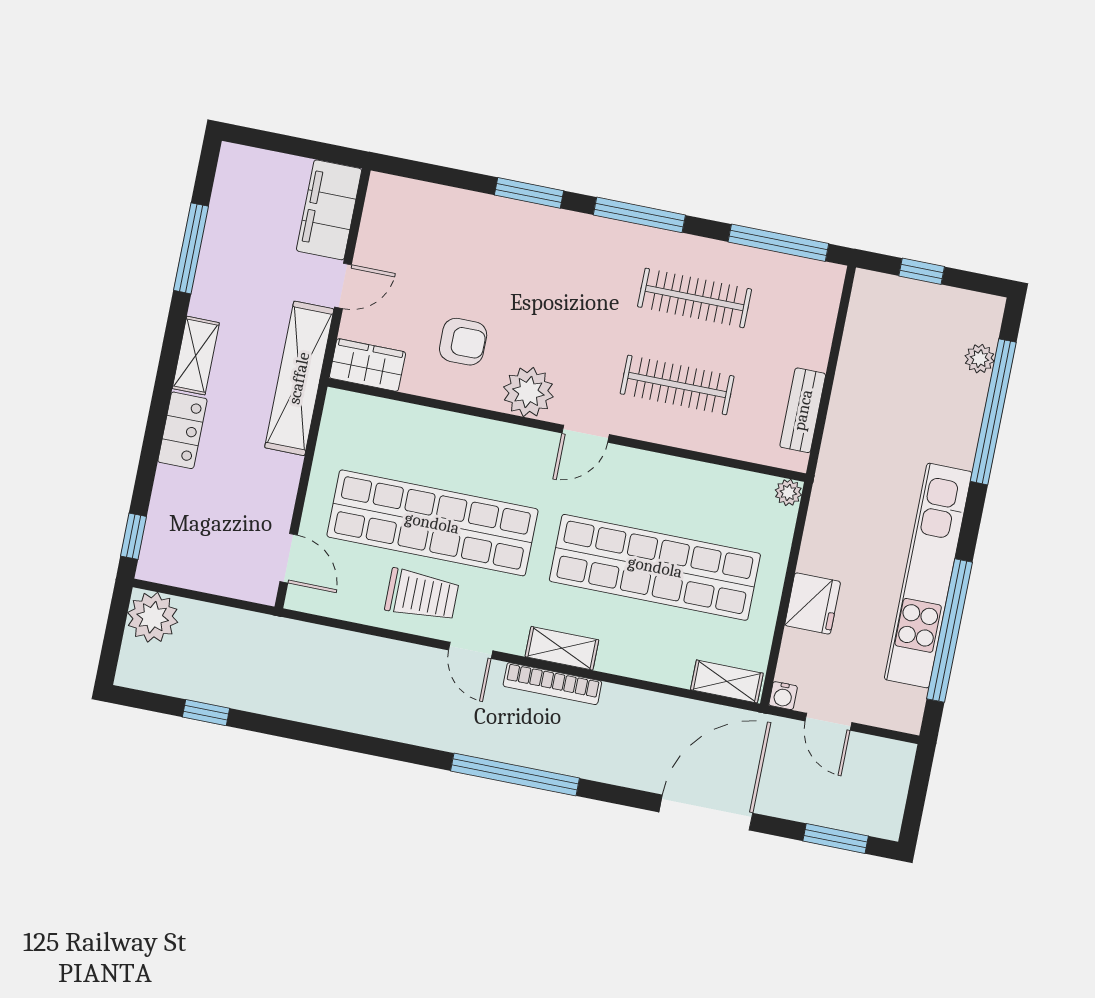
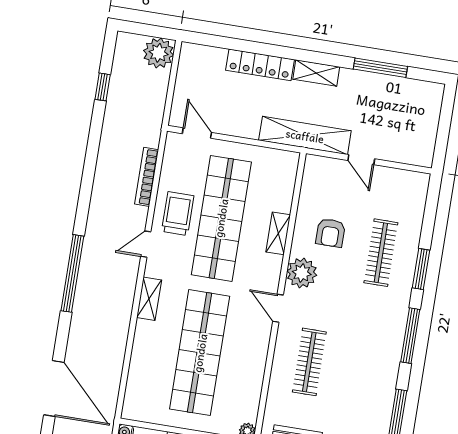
filing cabinet: (329, 210) -> (406, 150), removed
clothes rail: (695, 298) -> (381, 253), moved
wardrobe: (367, 365) -> (314, 176), removed
locker: (182, 430) -> (260, 65), width x1.53
window: (133, 536) -> (207, 40), removed
door: (289, 558) -> (197, 133), swing flipped
trolley: (422, 595) -> (178, 214), turned 180
shelving: (727, 681) -> (278, 233), moved
bookcase: (552, 684) -> (147, 177), moved

